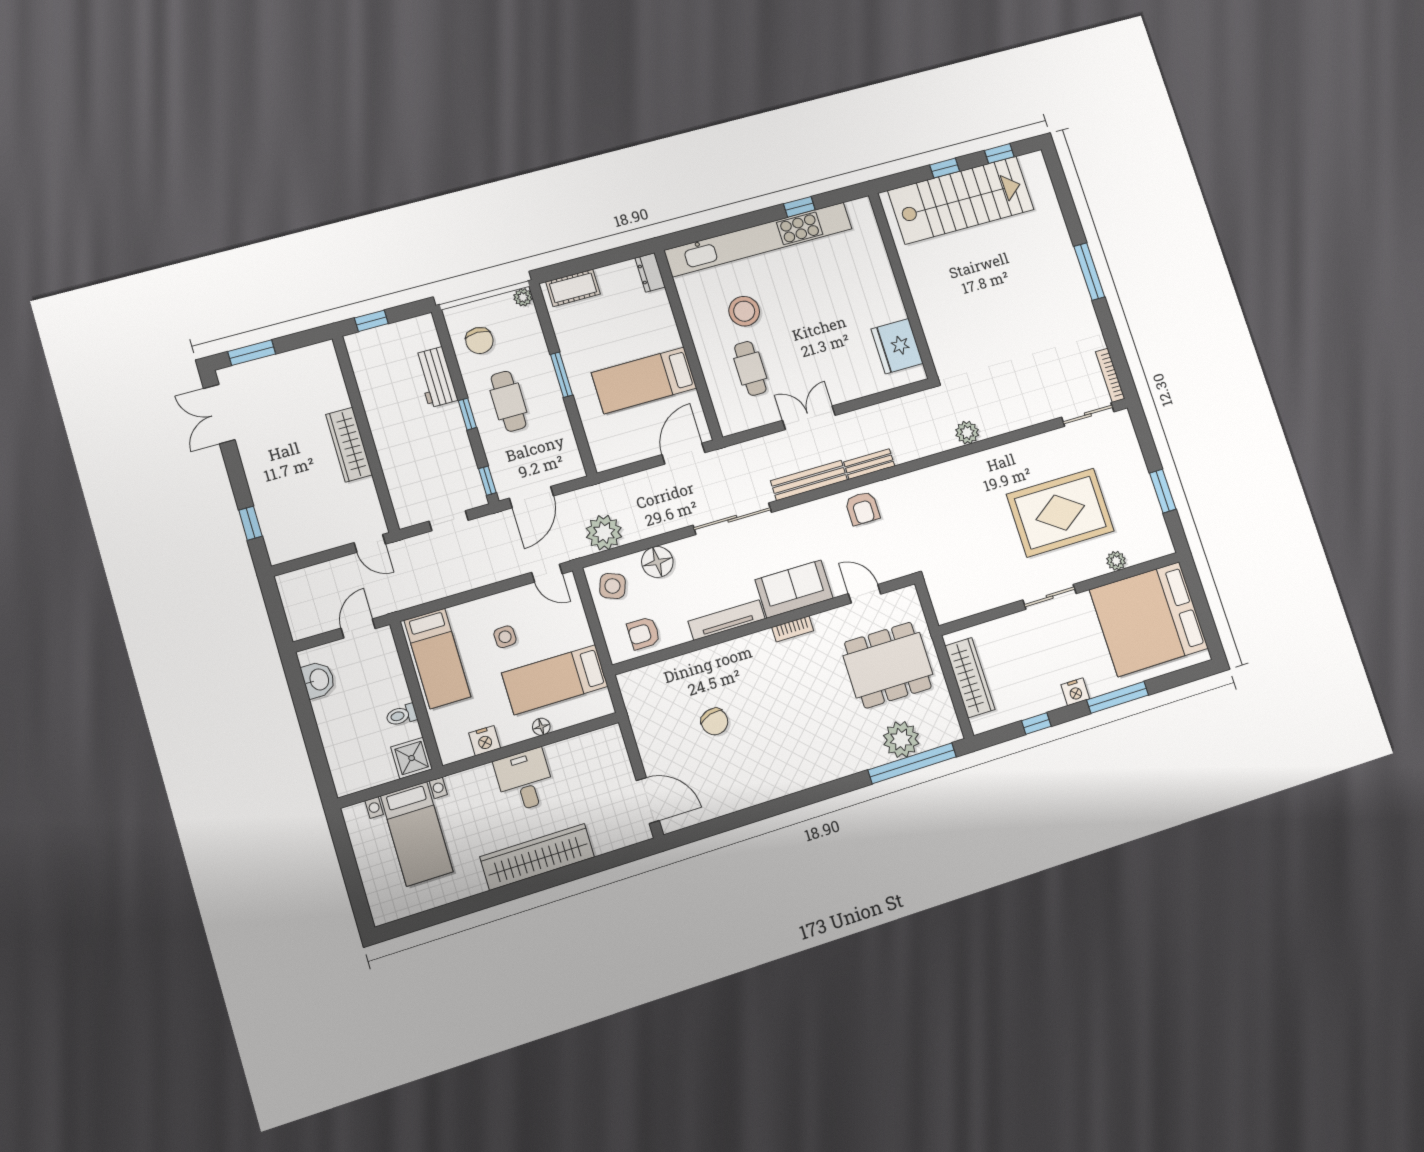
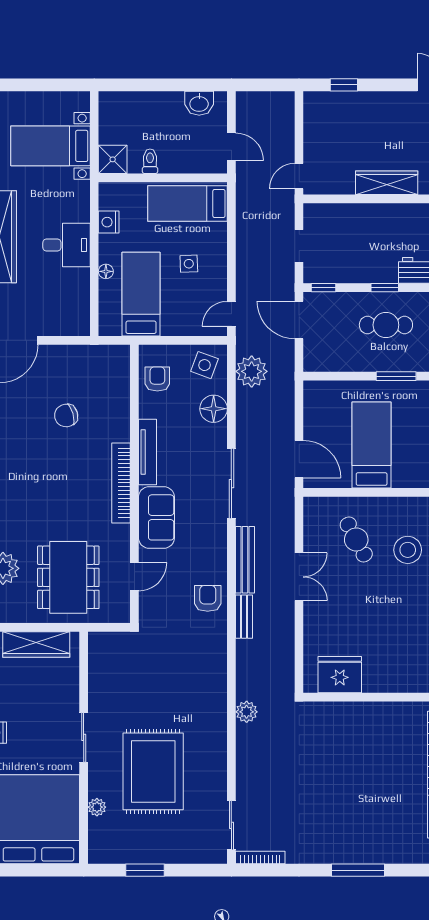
cafe table: (750, 368) -> (356, 540), turned 62
armchair: (862, 508) -> (208, 598), turned 90
bookcase: (793, 629) -> (121, 483), width x2.31, depth x1.31

